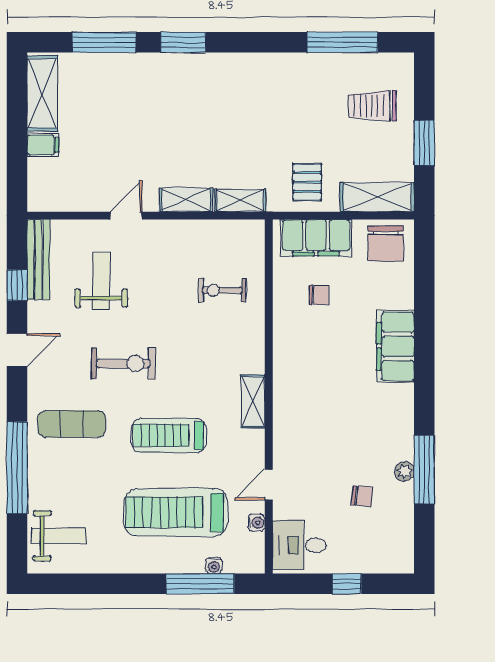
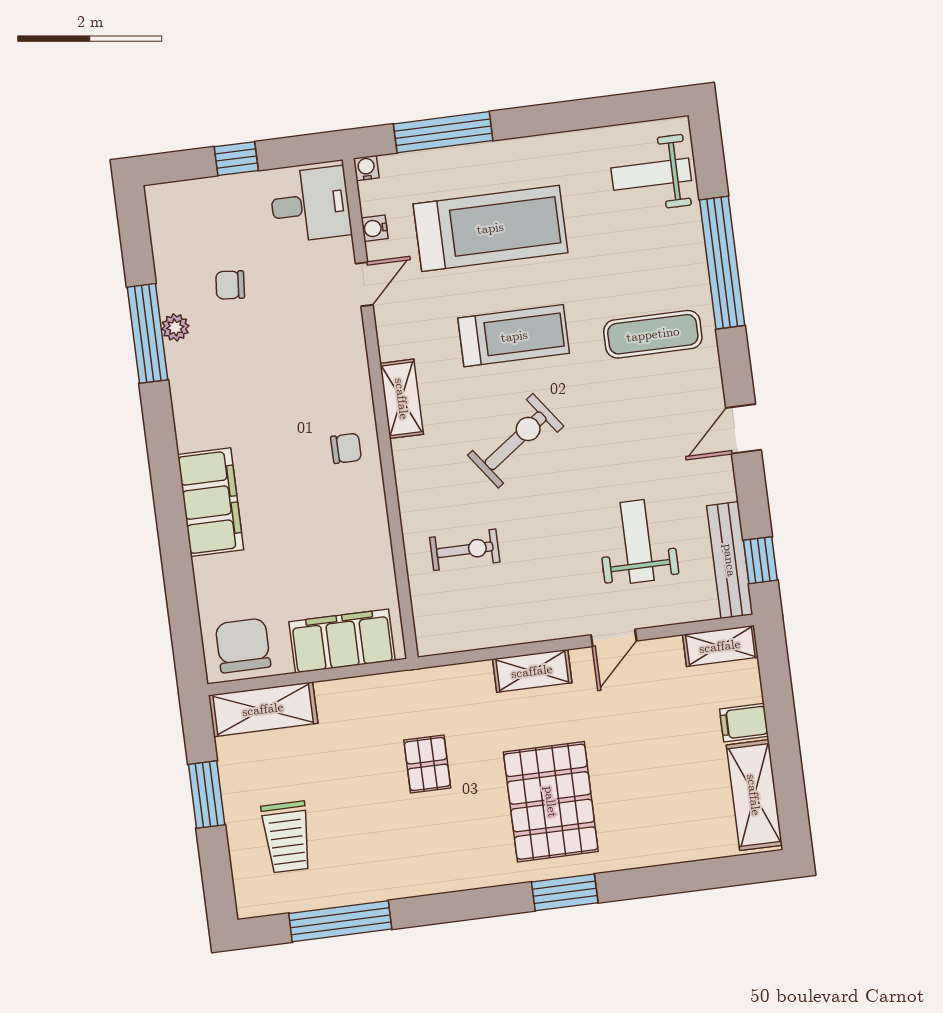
window: (104, 42) -> (676, 878), removed
trolley: (372, 106) -> (287, 837), turned 90
pallet: (185, 107) -> (551, 802), added
pallet: (307, 182) -> (427, 764), moved
shelving: (240, 200) -> (720, 646), moved
weight bench: (101, 281) -> (637, 541), turned 180
window: (17, 285) -> (760, 560), moved
chair: (319, 295) -> (346, 448), moved, turned 180
exercise bike: (123, 363) -> (516, 441), moved, turned 144
water cooler: (214, 566) -> (366, 168), moved

